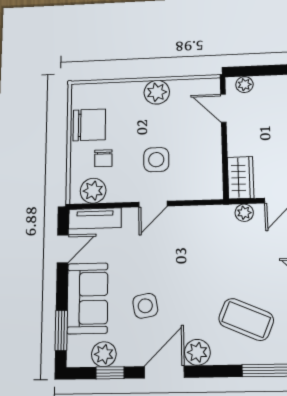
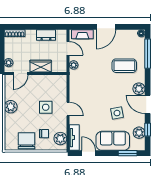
wardrobe: (241, 178) -> (41, 66), moved
coffee table: (246, 319) -> (124, 66), turned 67

